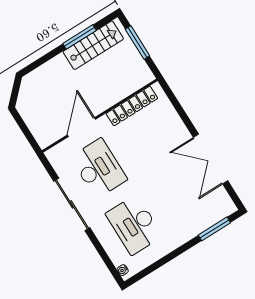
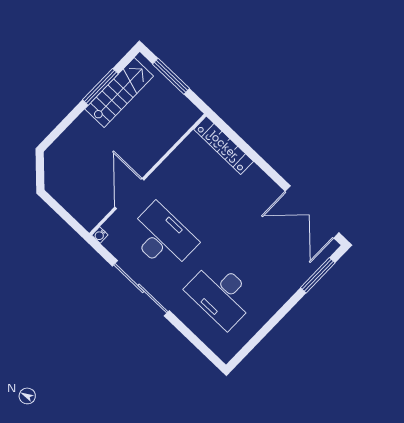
locker: (132, 106) -> (224, 145), moved, turned 90
double door: (211, 159) -> (312, 212), moved
water cooler: (123, 270) -> (100, 235), moved

